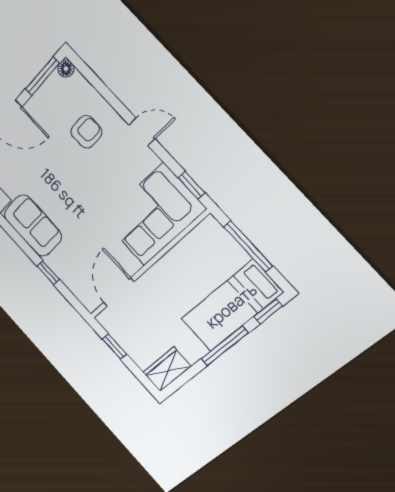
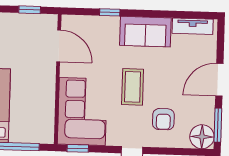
floor lamp: (66, 69) -> (202, 137), width x1.89, depth x1.89
coffee table: (87, 190) -> (133, 87), added

